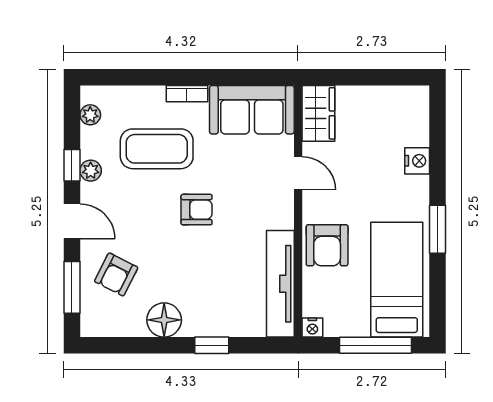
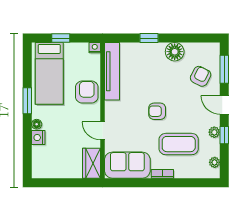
floor lamp: (420, 186) -> (37, 124), added
window: (375, 345) -> (61, 38), width x0.46

